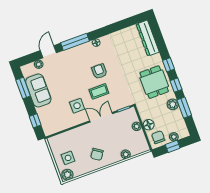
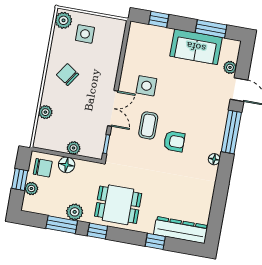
window: (169, 65) -> (155, 241), moved

